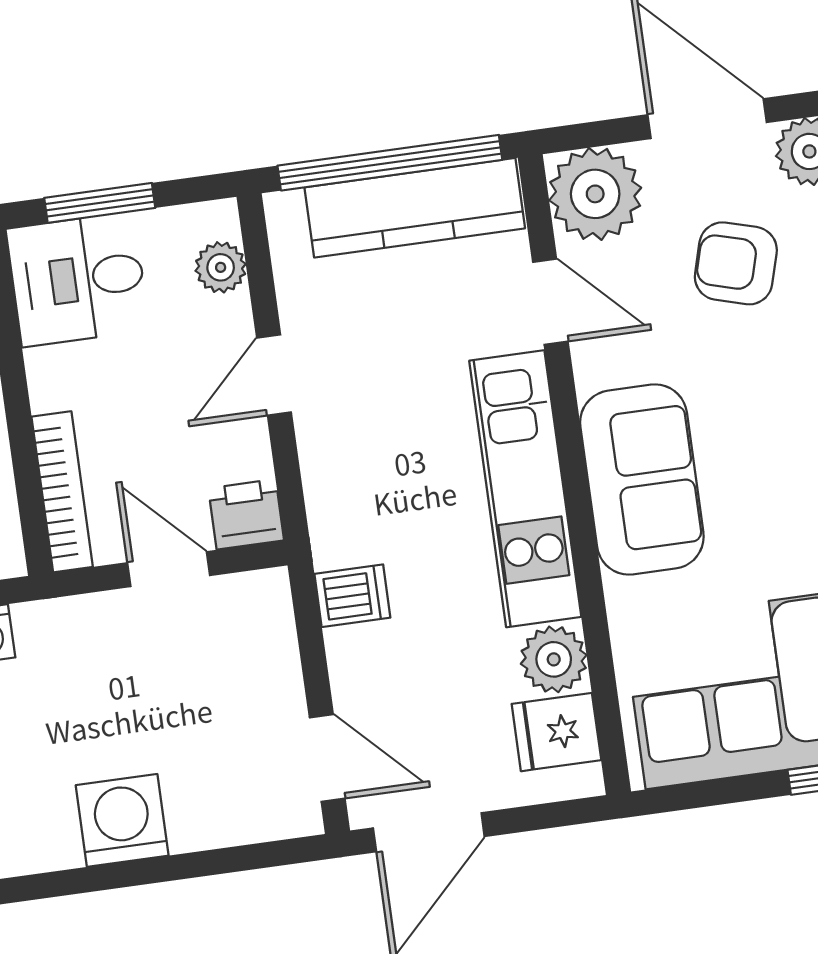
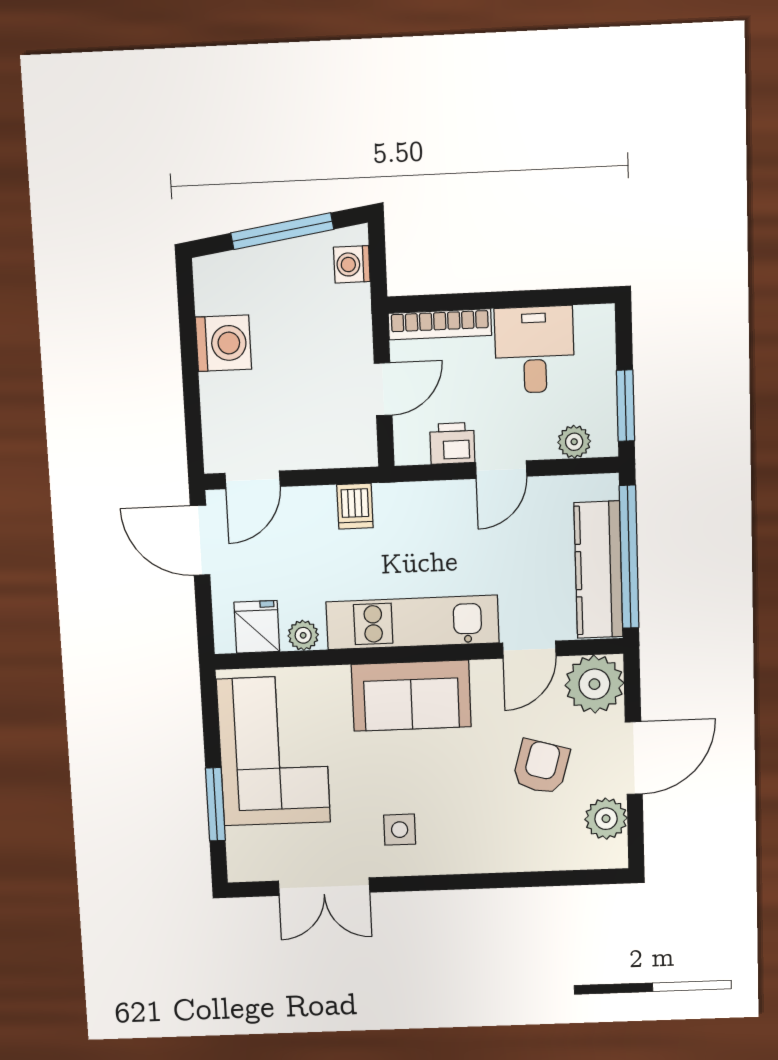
window: (100, 203) -> (625, 406), moved
desk: (78, 279) -> (534, 350), moved
door: (274, 375) -> (501, 470), swing flipped
printer: (246, 514) -> (452, 443), moved, turned -90
plant: (554, 659) -> (303, 635), width x0.73, depth x0.73

